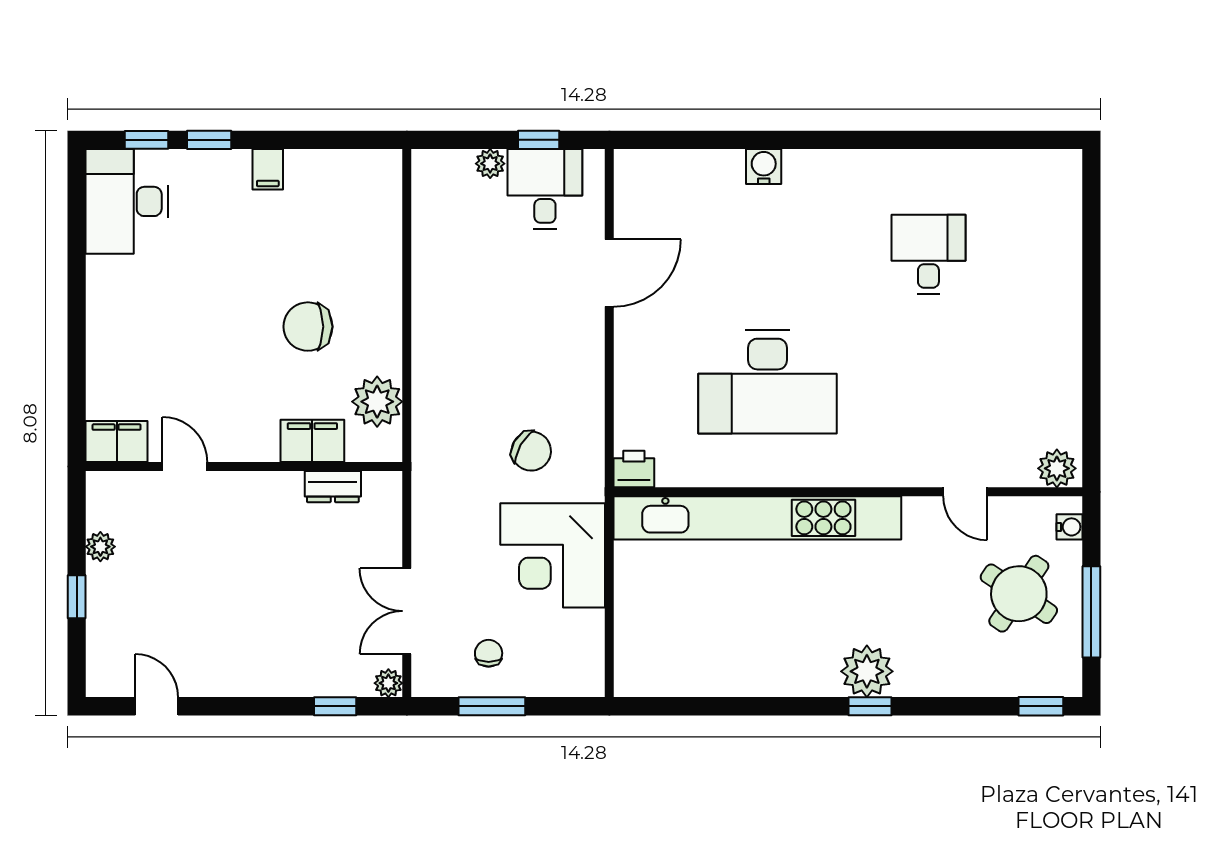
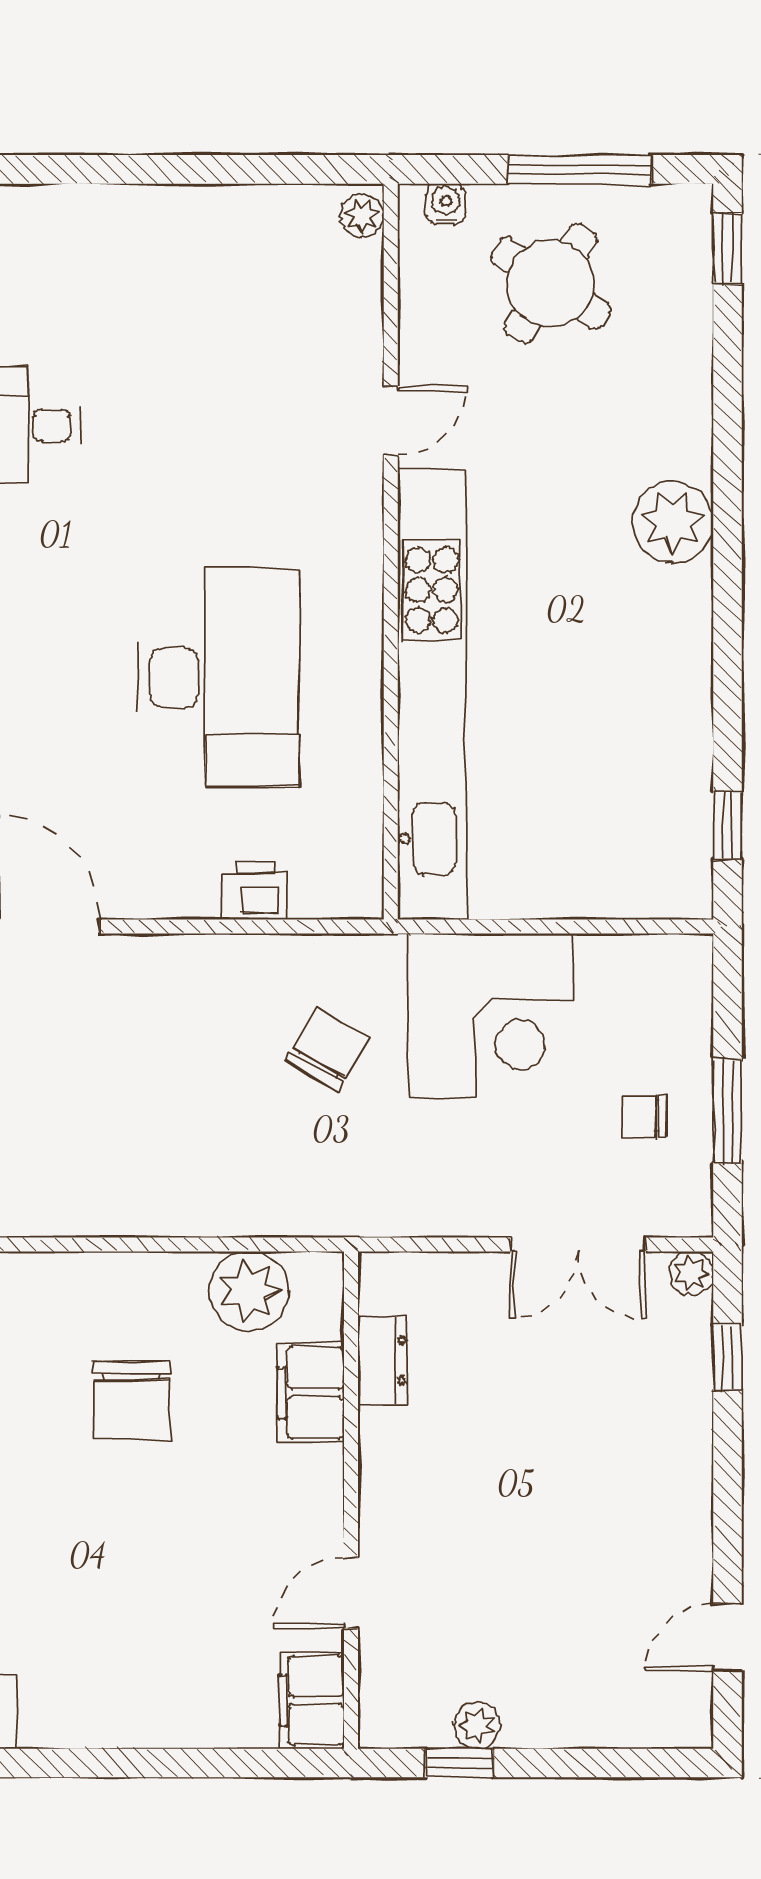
plant: (1057, 468) -> (362, 215), width x0.73, depth x0.73
printer: (634, 469) -> (255, 891), moved, turned 90
door: (965, 492) -> (391, 421), moved
window: (77, 597) -> (460, 1763), moved
window: (870, 706) -> (727, 826), moved

